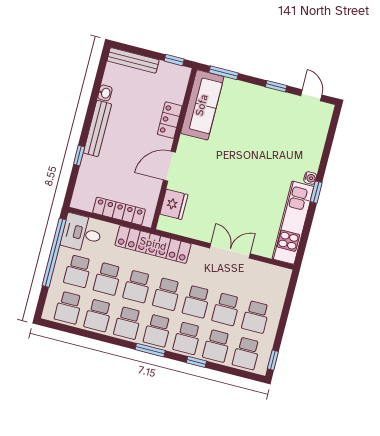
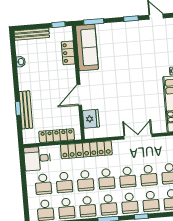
locker: (170, 120) -> (68, 53), moved
bench: (97, 128) -> (26, 110), moved
window: (54, 253) -> (24, 177), removed

